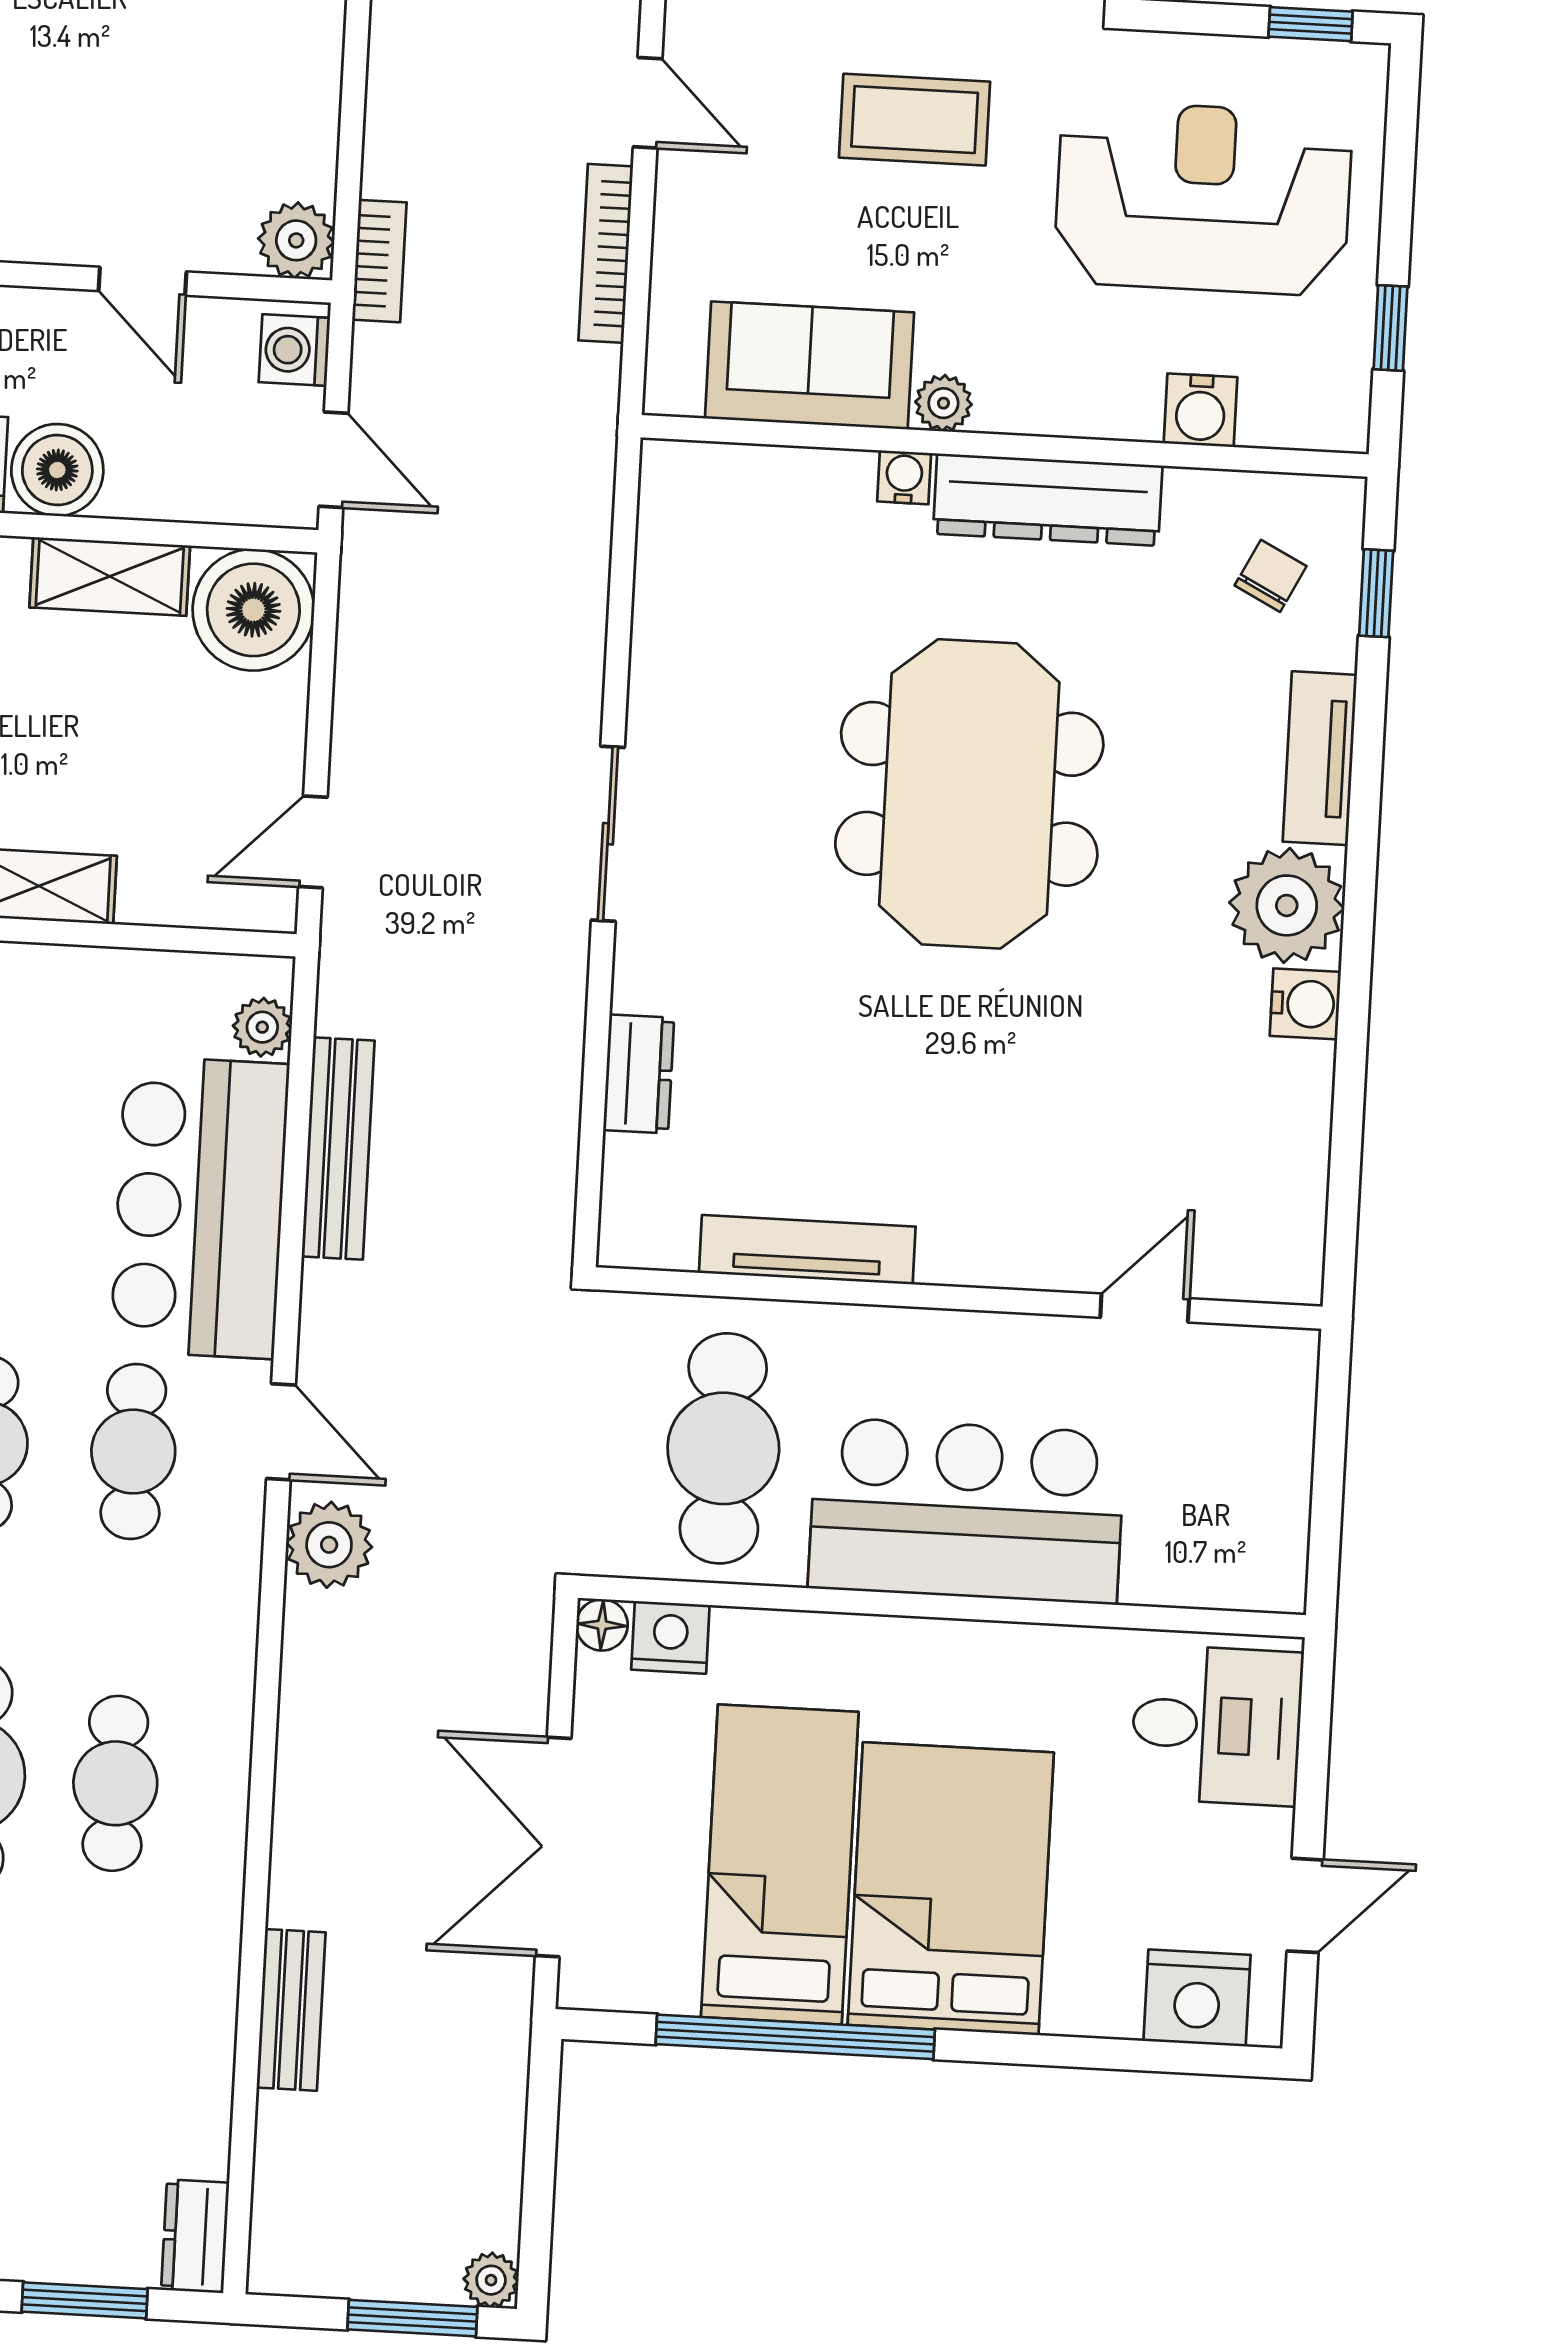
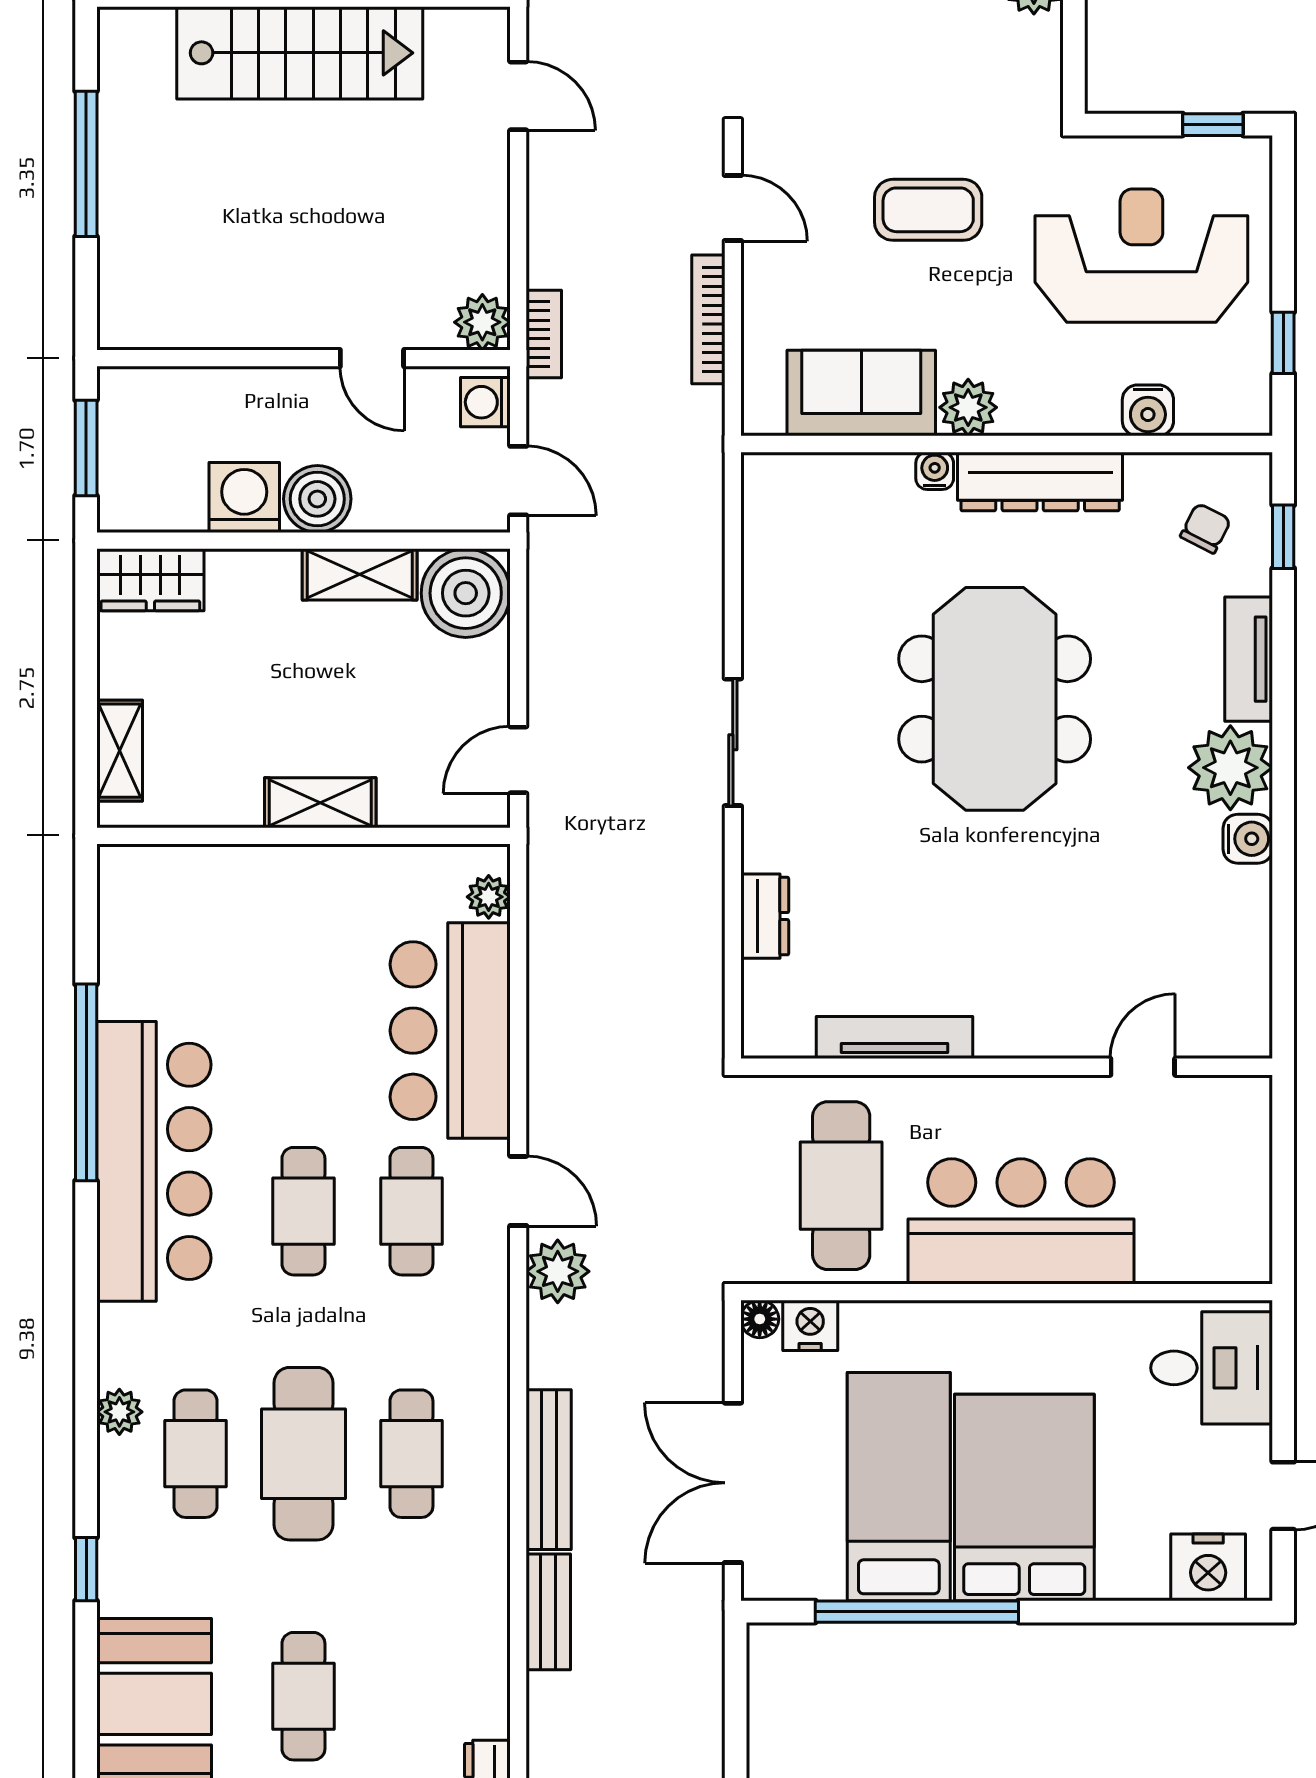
plant: (943, 403) -> (968, 407), width x1.38, depth x1.38
bench: (338, 1149) -> (549, 1470), moved

